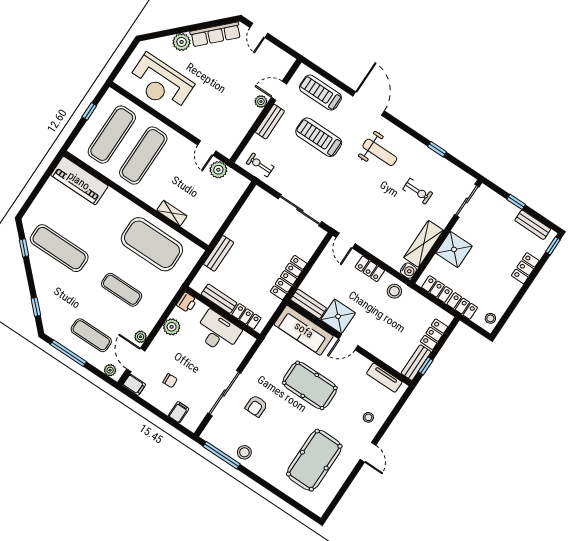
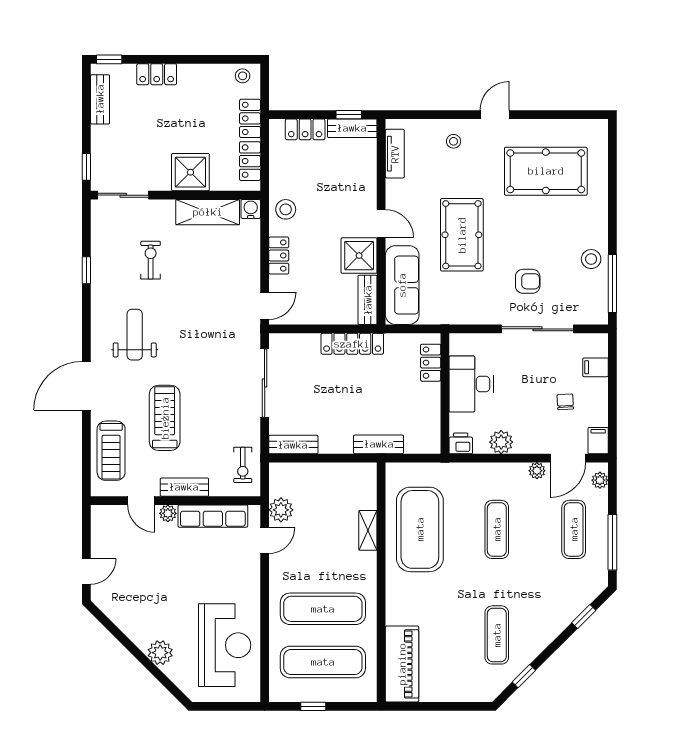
row of seats: (215, 34) -> (213, 516), moved, turned 135
treadmill: (319, 137) -> (165, 418), turned 180
window: (516, 202) -> (86, 167), moved
exercise mat: (59, 248) -> (497, 635), width x0.73, depth x0.69
bench: (219, 299) -> (293, 445), moved, turned 90

